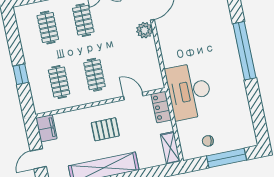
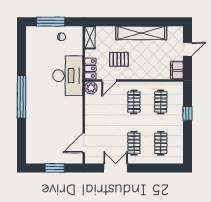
plant: (145, 30) -> (91, 88), moved
door: (133, 96) -> (109, 81), hinge flipped
pallet: (105, 129) -> (119, 59), moved

